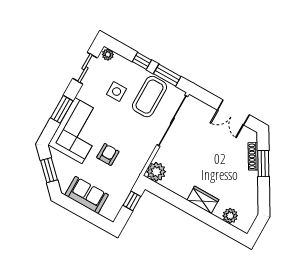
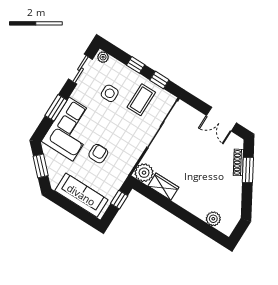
window: (167, 75) -> (159, 80), width x0.67
coffee table: (149, 97) -> (141, 100), width x0.73, depth x0.76
sofa: (87, 195) -> (81, 195), width x1.36
wardrobe: (203, 200) -> (163, 187), moved

